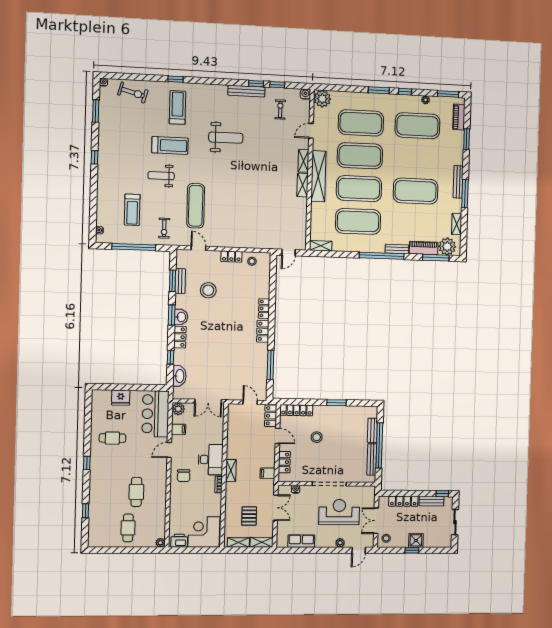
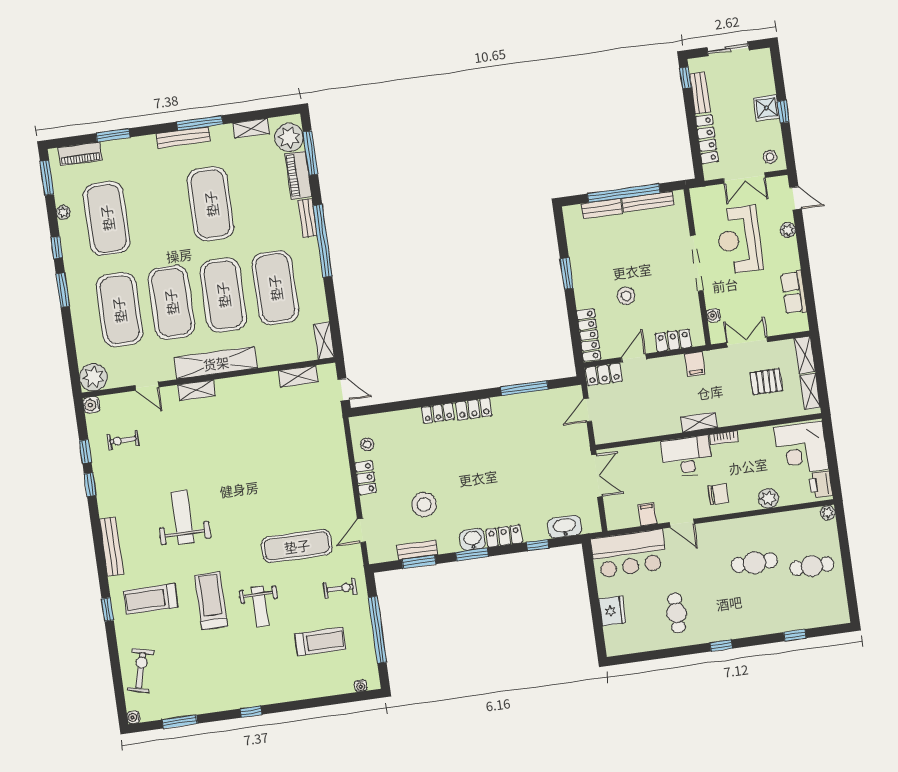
bench: (246, 91) -> (112, 547), moved
shelving: (303, 185) -> (298, 376), moved
plant: (178, 409) -> (768, 498), moved

